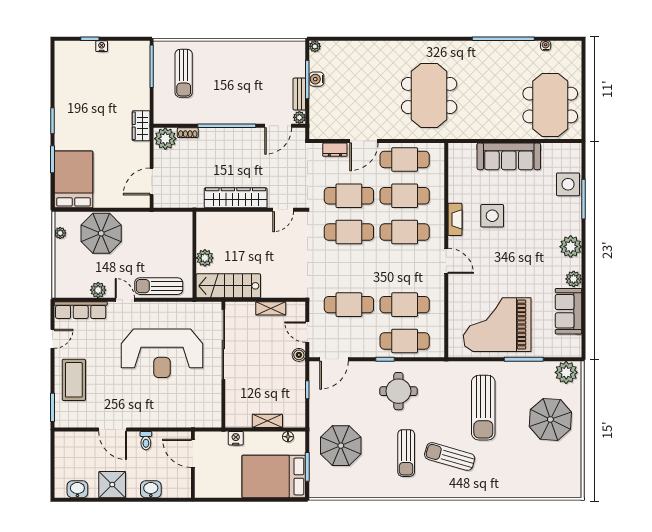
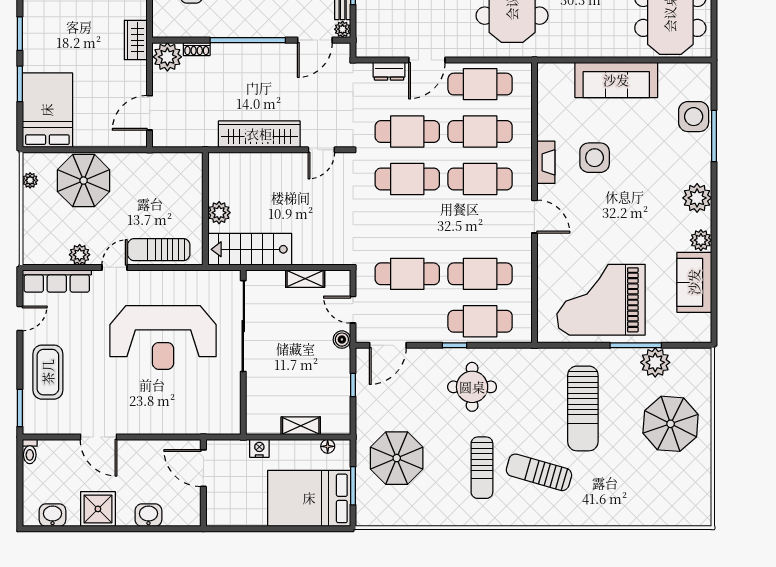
door: (125, 300) -> (114, 267), hinge flipped
plant: (566, 372) -> (655, 362), moved
toilet: (146, 441) -> (30, 452), moved

